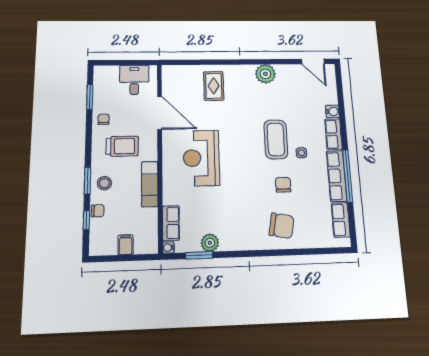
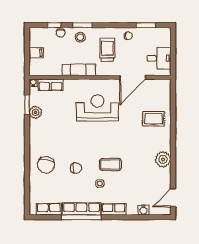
water cooler: (332, 111) -> (143, 210), moved
coffee table: (276, 139) -> (110, 165), width x0.73, depth x0.76
trolley: (122, 146) -> (107, 50), turned 180

